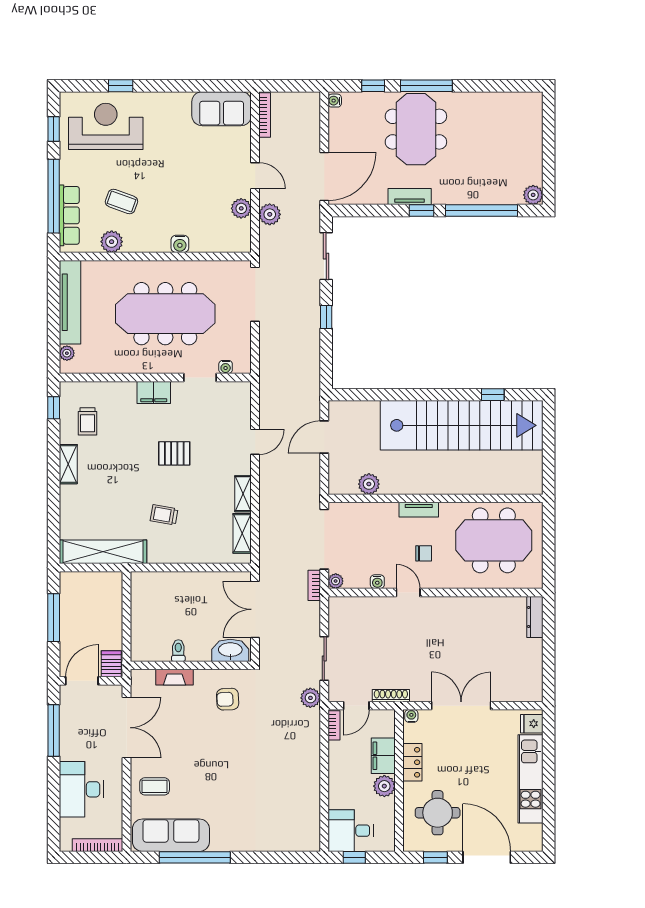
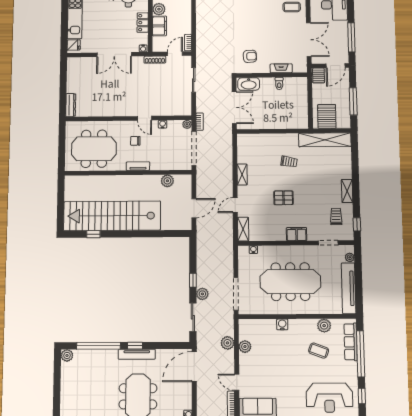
door: (255, 176) -> (237, 382), moved
tv unit: (410, 197) -> (137, 354), width x1.41
doorway: (200, 377) -> (328, 243), moved
shelving: (242, 533) -> (243, 229), moved
server rack: (99, 592) -> (327, 116), added
plant: (310, 698) -> (202, 294), moved
double door: (127, 728) -> (309, 40), swing flipped

